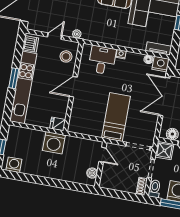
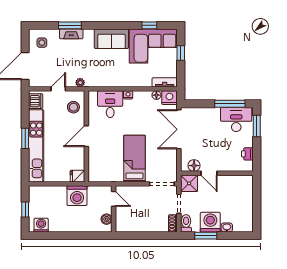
door: (103, 155) -> (114, 199), moved
wall: (101, 164) -> (114, 209), moved
boiler: (92, 173) -> (107, 219), moved

